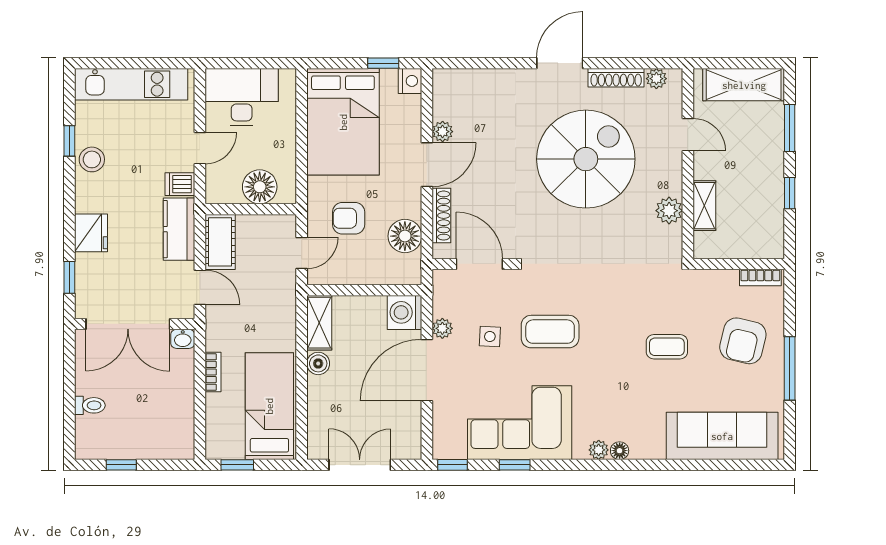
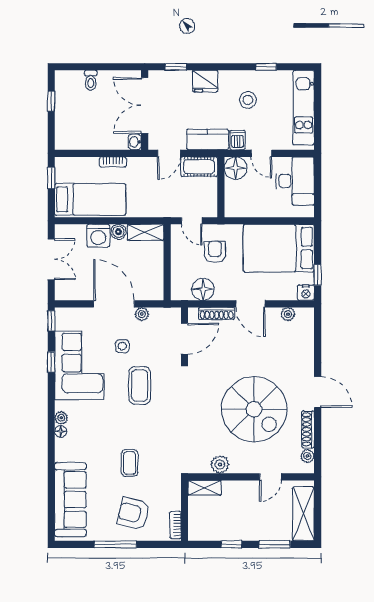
plant: (443, 132) -> (288, 314), moved
stool: (92, 159) -> (248, 100), moved
floor lamp: (260, 187) -> (236, 168), moved
shelving: (704, 206) -> (205, 488), moved
washing machine: (405, 312) -> (98, 236), moved, turned 180
side table: (490, 336) -> (122, 346), moved

